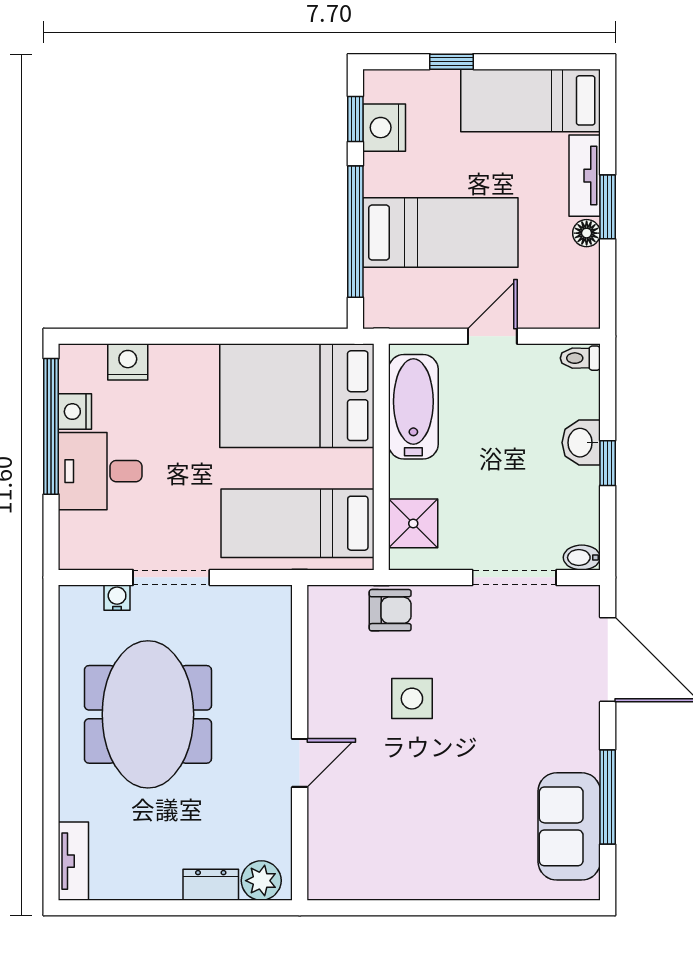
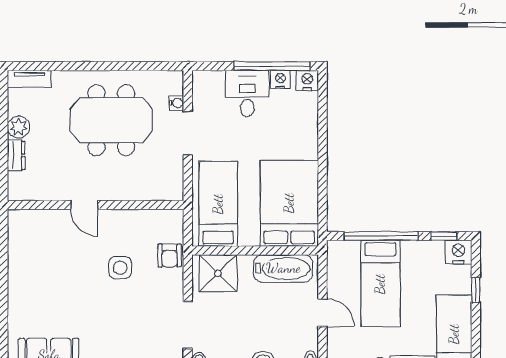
nightstand: (384, 128) -> (458, 252), moved
nightstand: (128, 362) -> (307, 80), moved, turned -90
shower: (413, 523) -> (218, 273), width x1.36, depth x1.36
plant: (261, 881) -> (19, 127), moved

